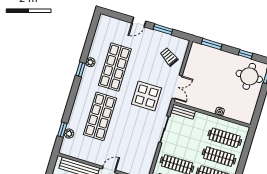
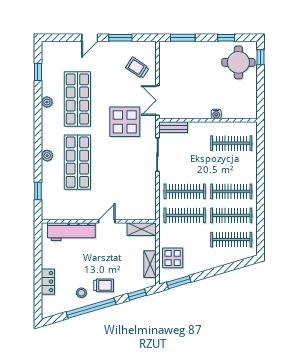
window: (81, 69) -> (38, 72), moved
double door: (177, 87) -> (157, 100), swing flipped
plant: (69, 134) -> (47, 156), moved
clothes rail: (219, 157) -> (231, 167), removed

